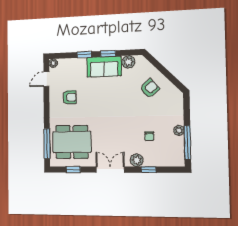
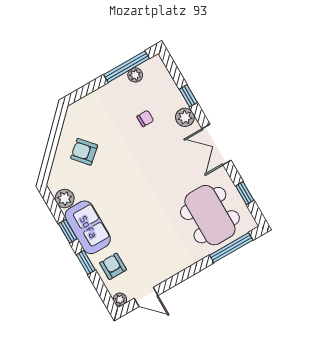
armchair: (69, 97) -> (113, 266), moved
plant: (179, 130) -> (135, 75), moved

